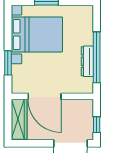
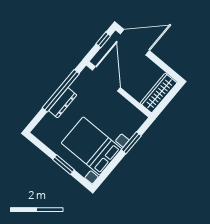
dresser: (87, 61) -> (63, 103), moved
door: (44, 96) -> (106, 79), moved

